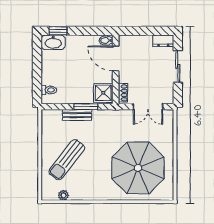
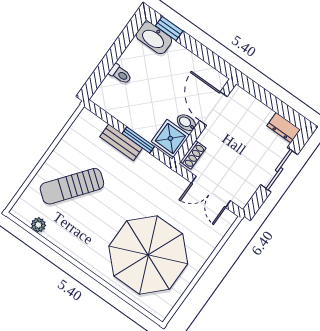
bidet: (106, 41) -> (186, 123), moved
toilet: (49, 90) -> (120, 74), moved

